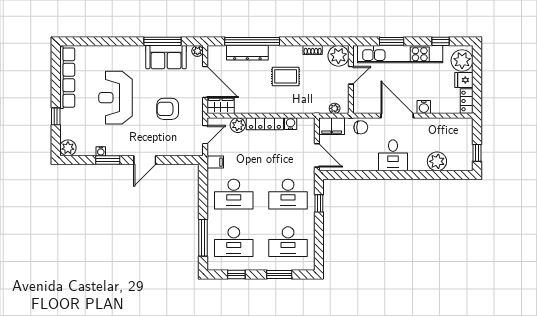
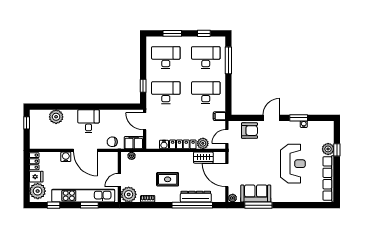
wardrobe: (221, 106) -> (203, 158), moved
armchair: (168, 109) -> (250, 131), moved
plant: (68, 148) -> (328, 149), moved

